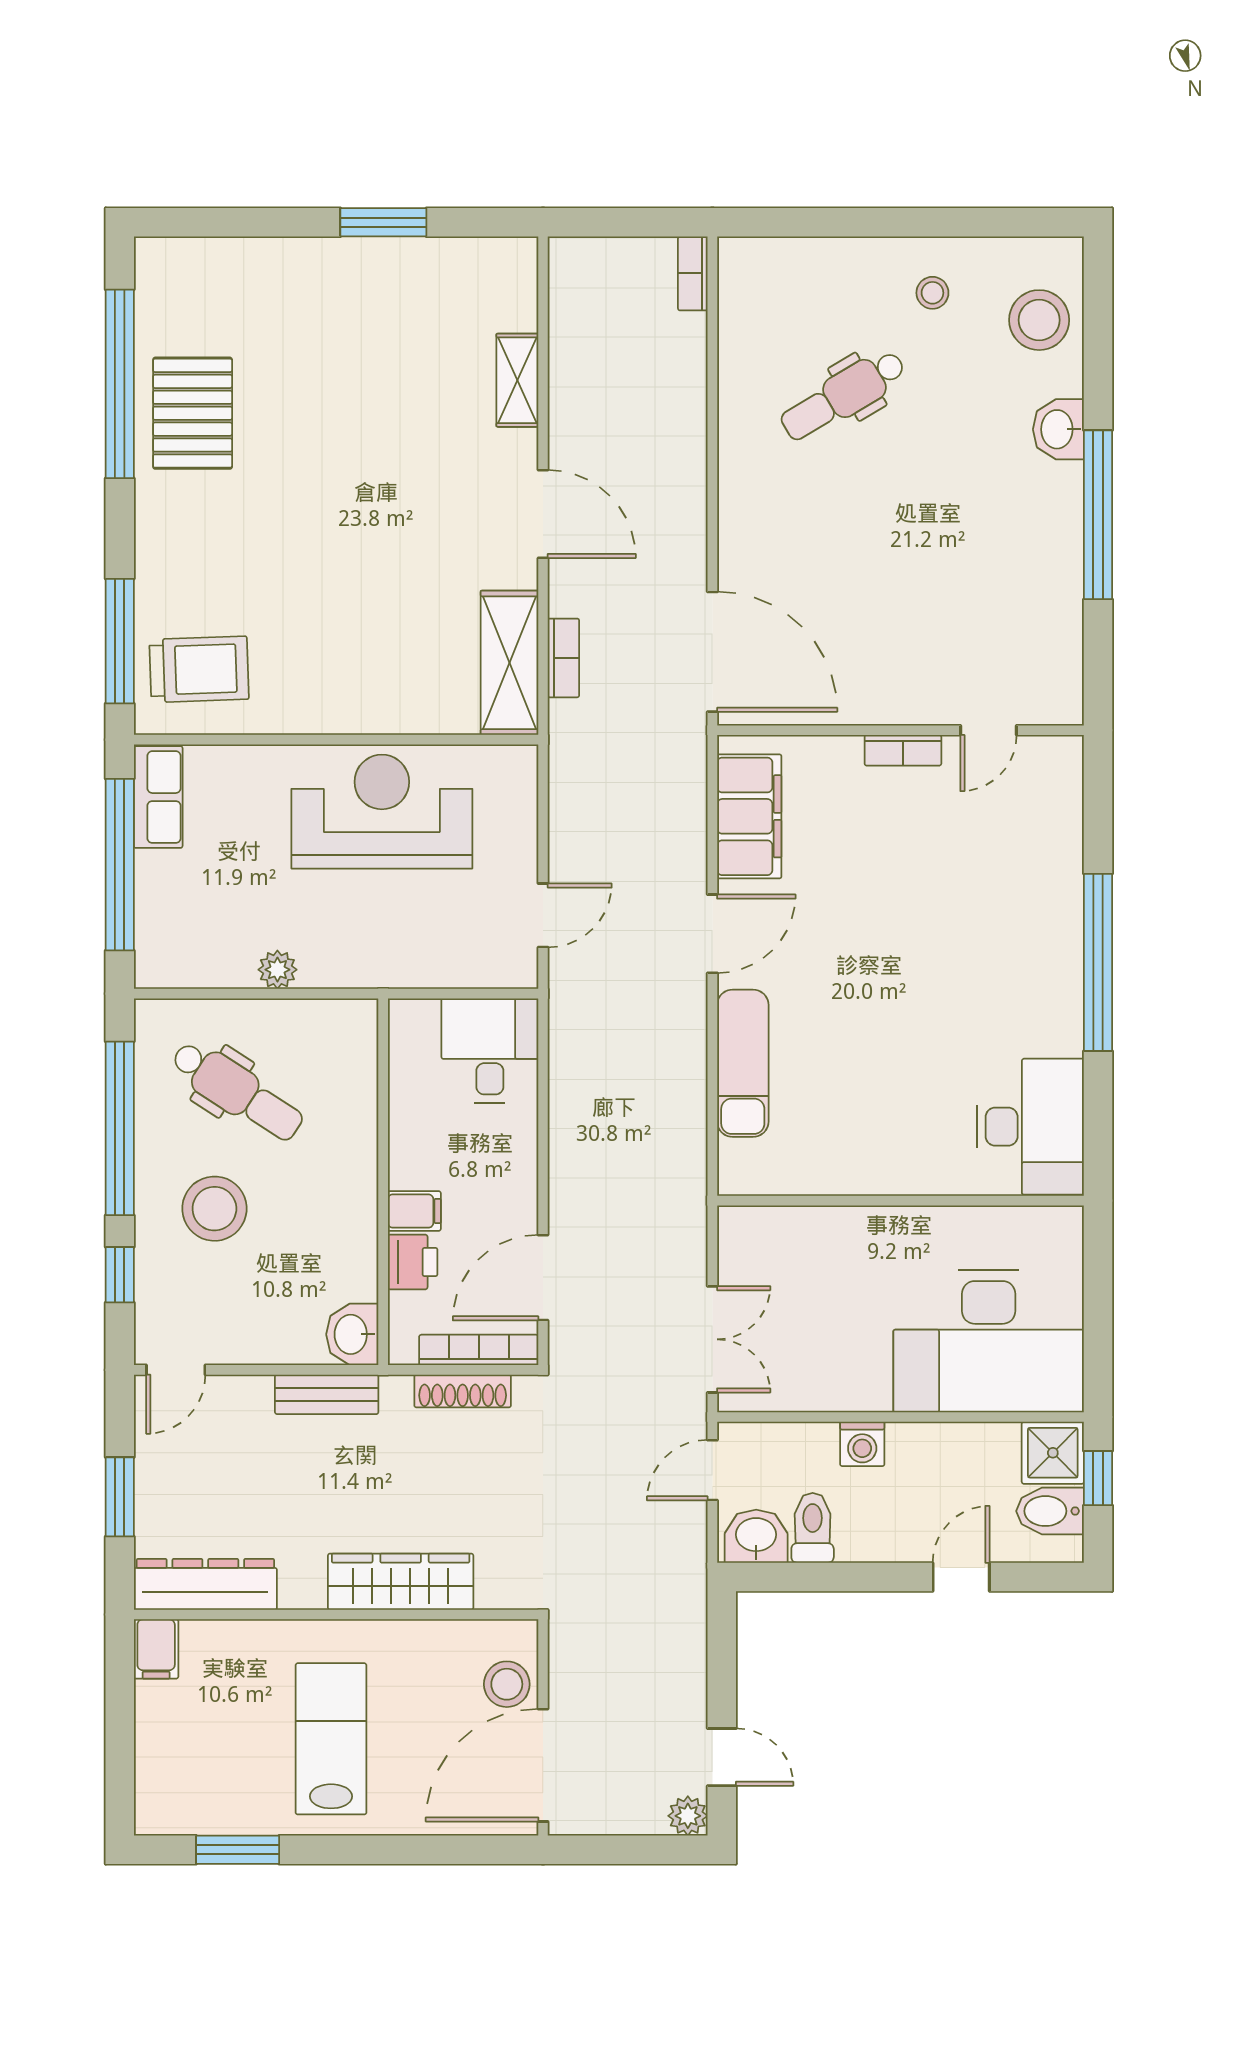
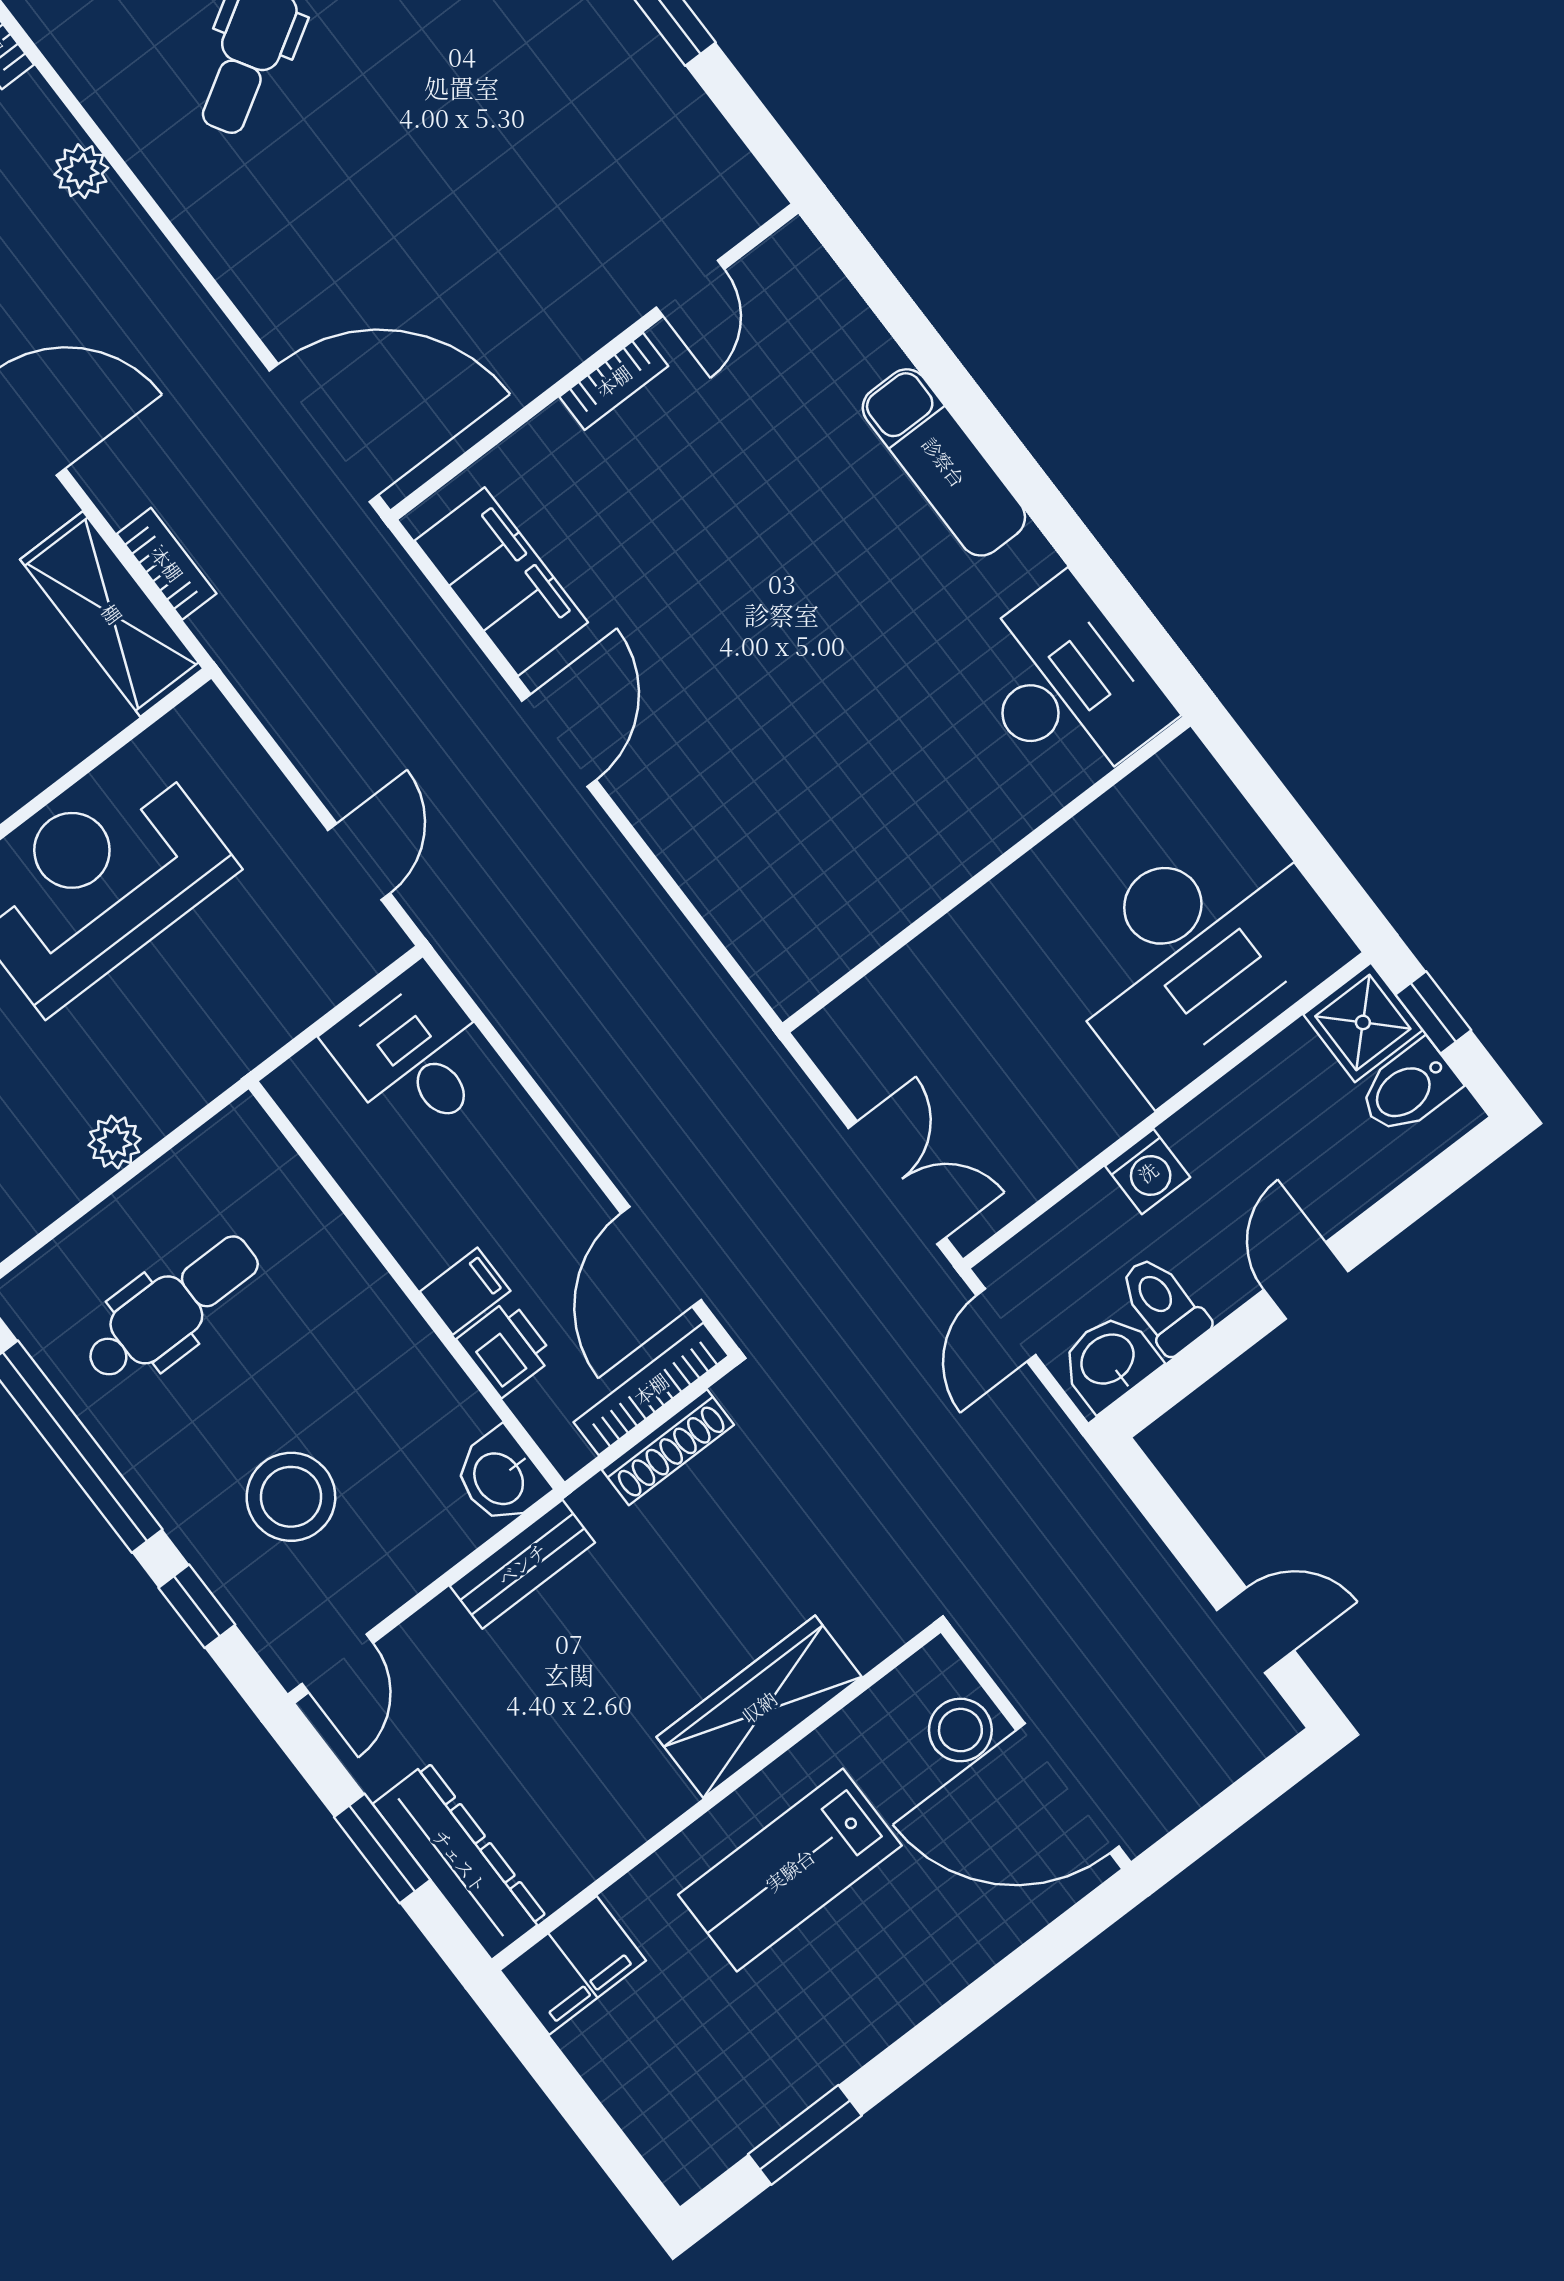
window: (1098, 962) -> (1003, 450), removed
exam couch: (743, 1063) -> (944, 462), moved, turned 180
dental chair: (237, 1091) -> (172, 1308), turned -33
stool: (214, 1209) -> (291, 1497), moved
door: (961, 1577) -> (1306, 1280), moved
dresser: (205, 1584) -> (460, 1861), moved, turned 90
filing cabinet: (156, 1649) -> (573, 1965), width x2.00
lab bench: (331, 1739) -> (790, 1870), moved, turned -90
door: (543, 1765) -> (1067, 1788), hinge flipped
plant: (688, 1816) -> (81, 171), moved

